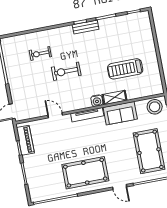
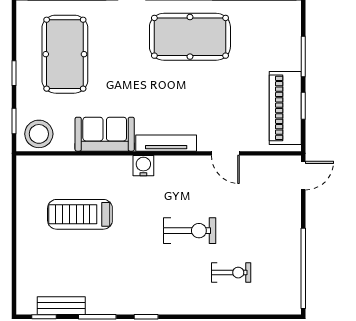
bench: (86, 27) -> (61, 306), moved
treadmill: (125, 69) -> (80, 214), turned 180
shelving: (115, 97) -> (110, 165), removed
piano: (25, 140) -> (285, 108), width x1.37, depth x1.33

